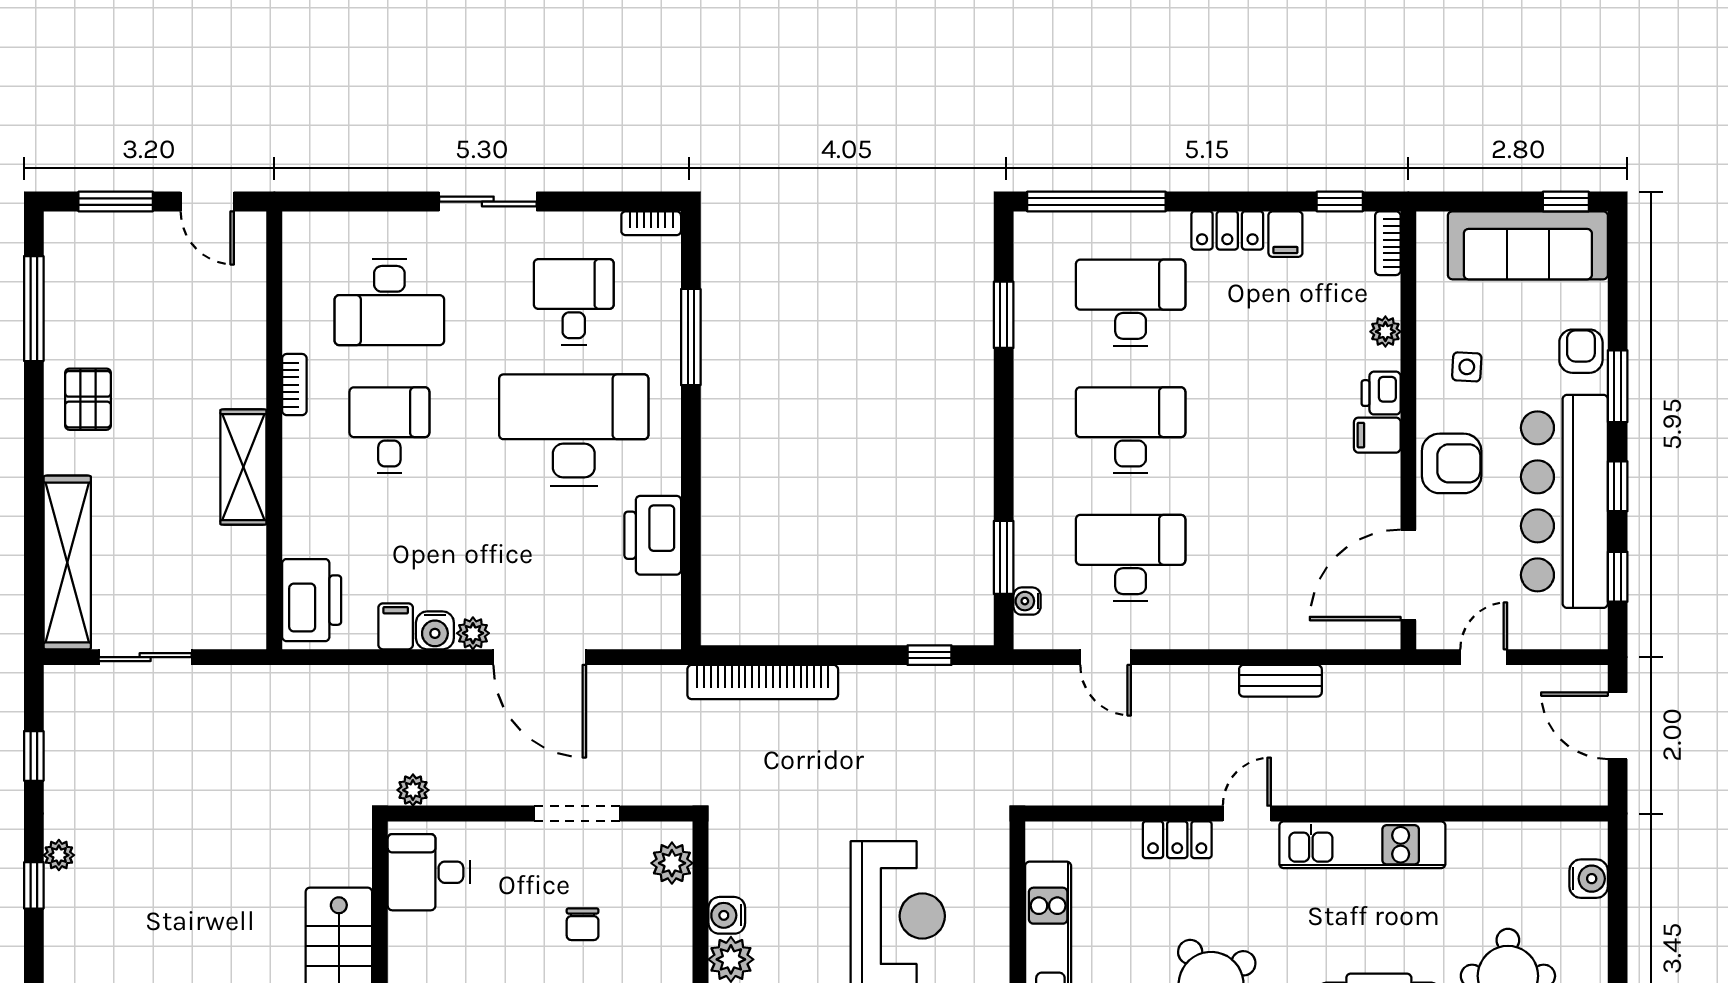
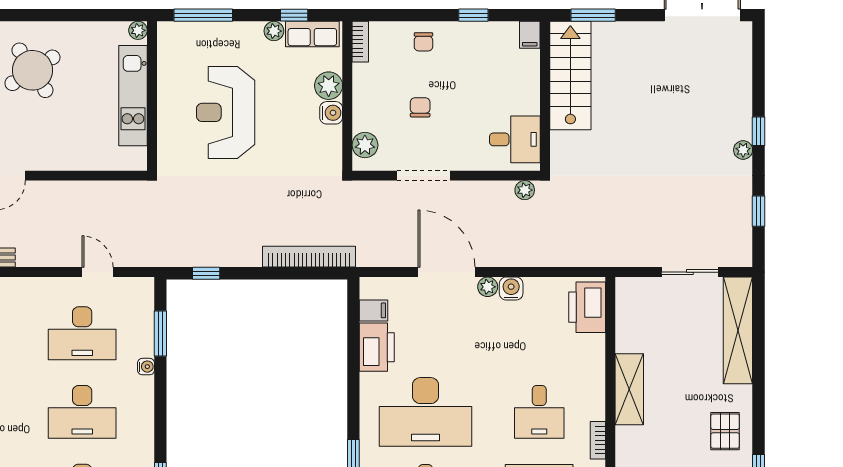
water cooler: (1027, 601) -> (146, 367), moved
filing cabinet: (396, 626) -> (374, 310), moved, turned -90
locker: (1177, 840) -> (53, 159), removed

